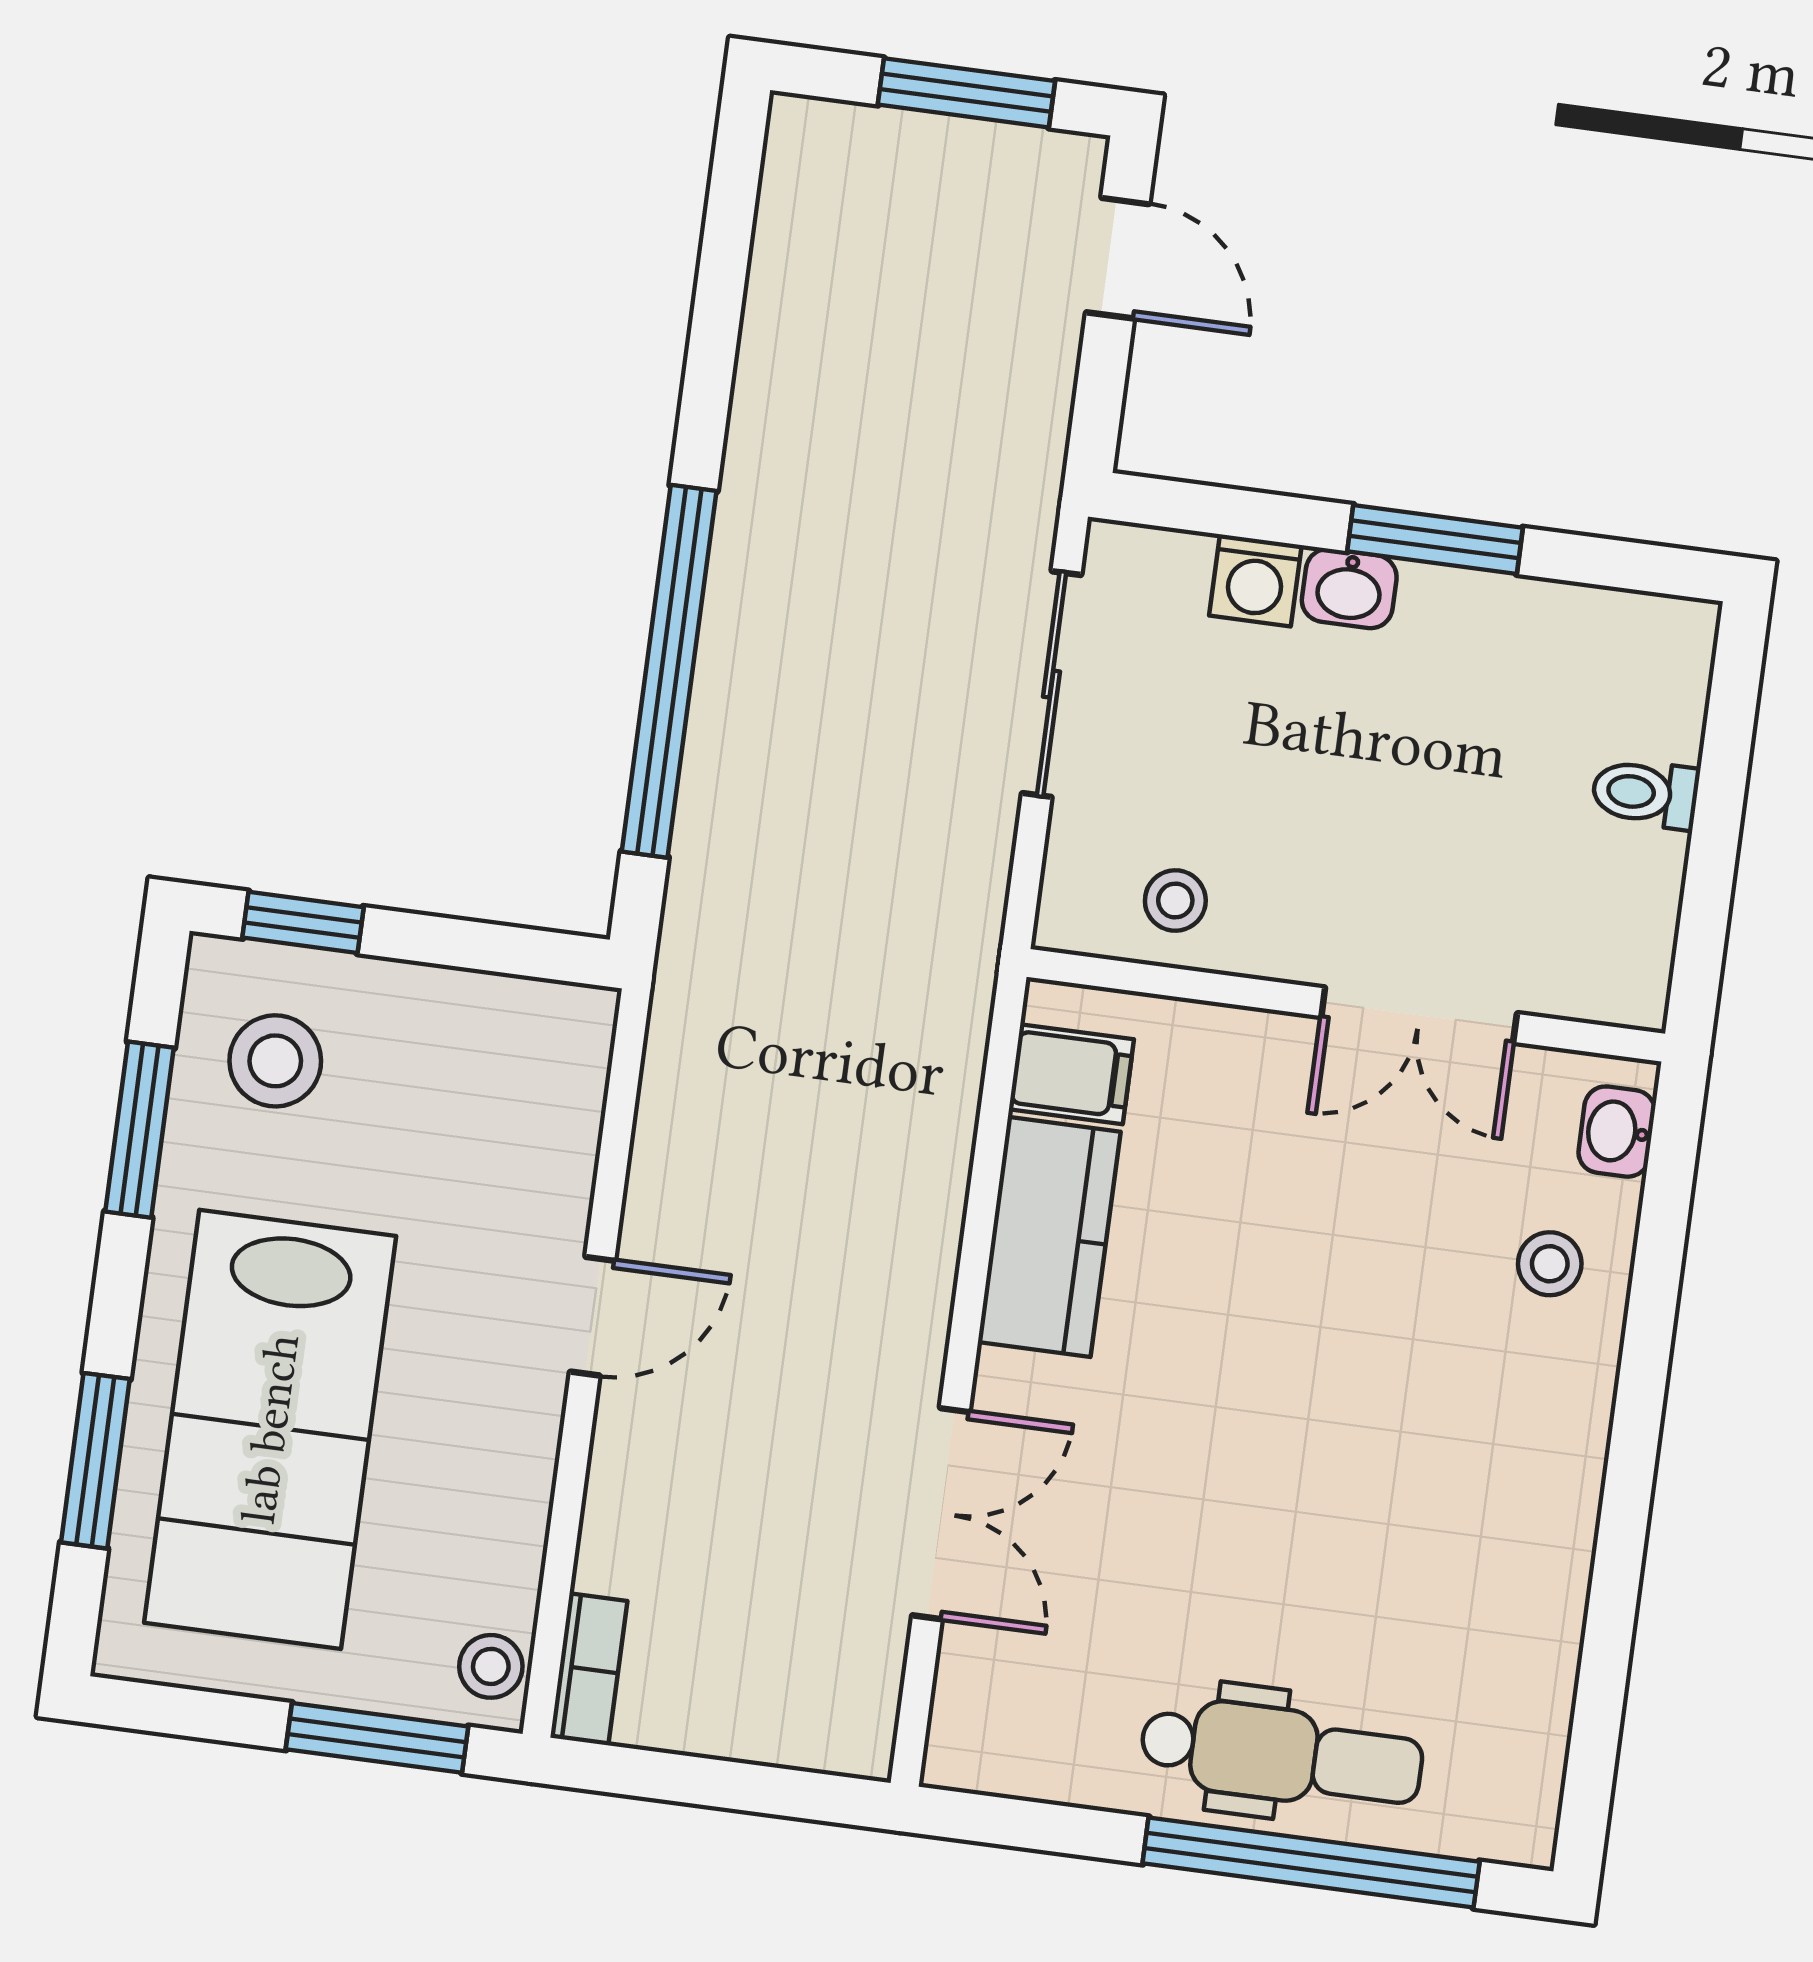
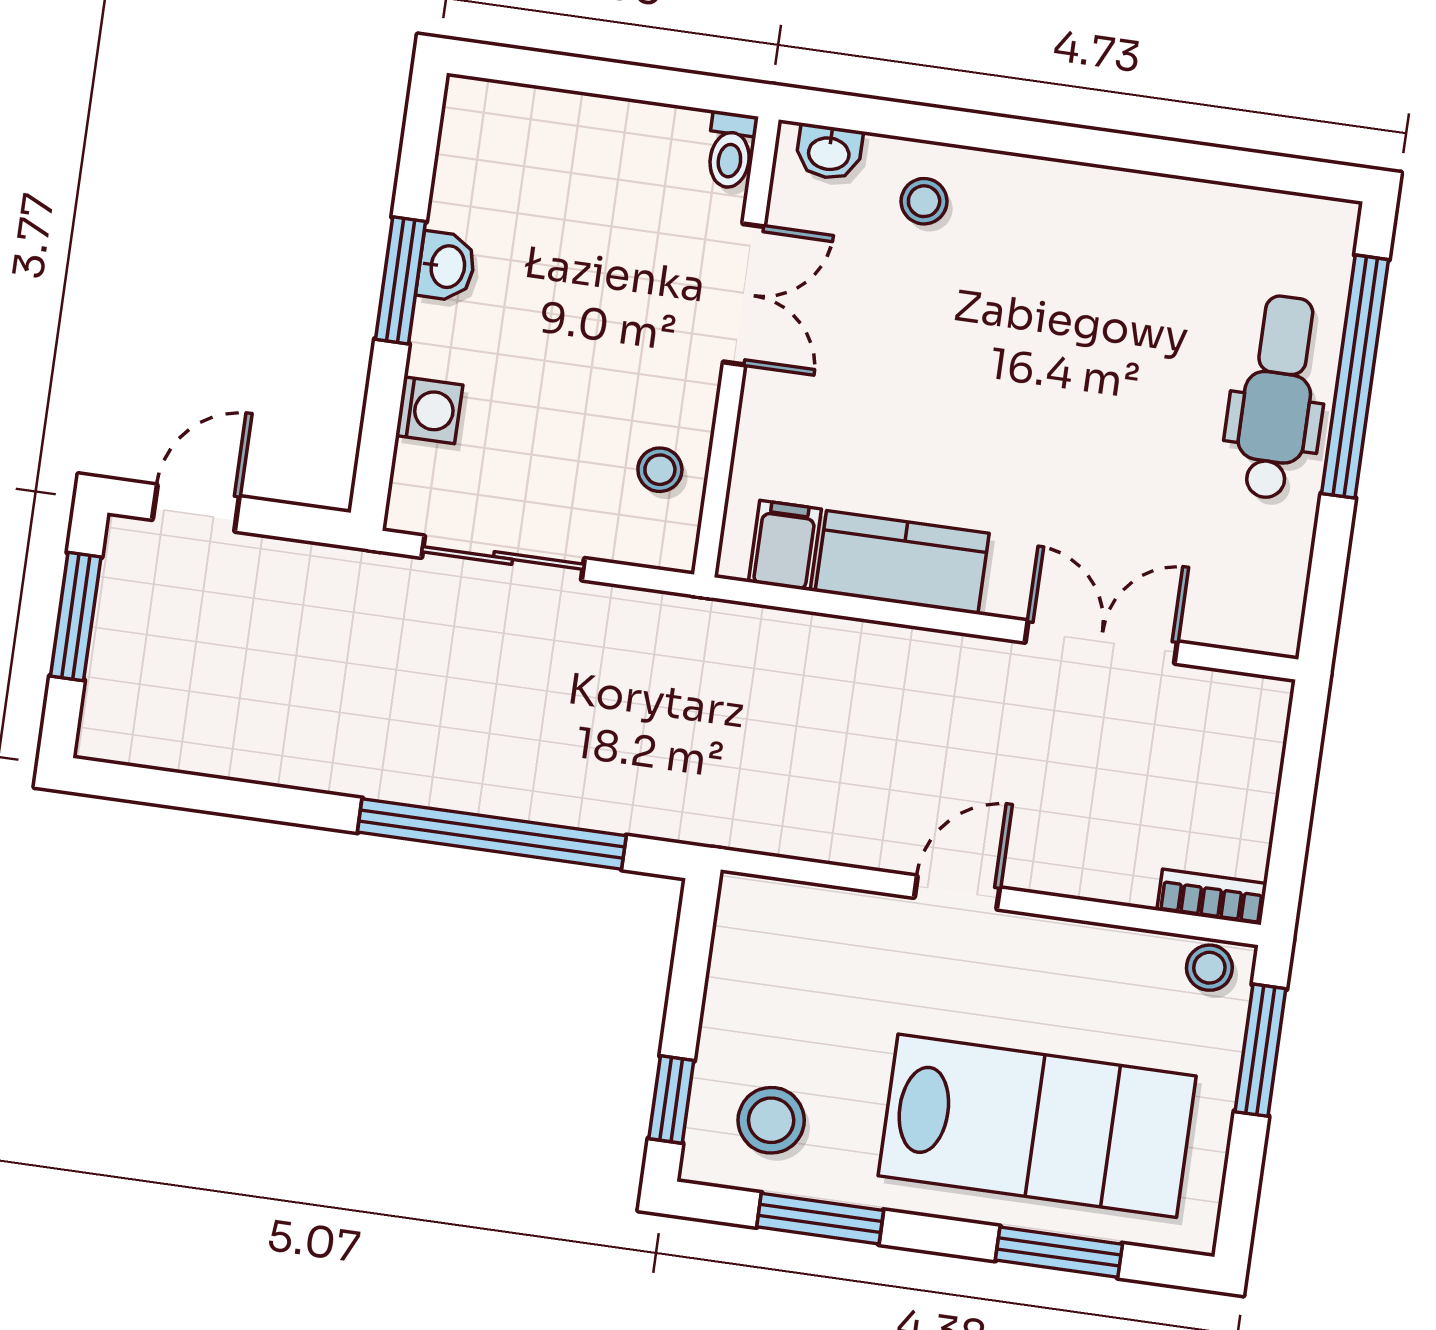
washbasin: (1349, 589) -> (446, 266), moved
toilet: (1645, 793) -> (731, 150), moved
door: (592, 1316) -> (957, 893), hinge flipped

